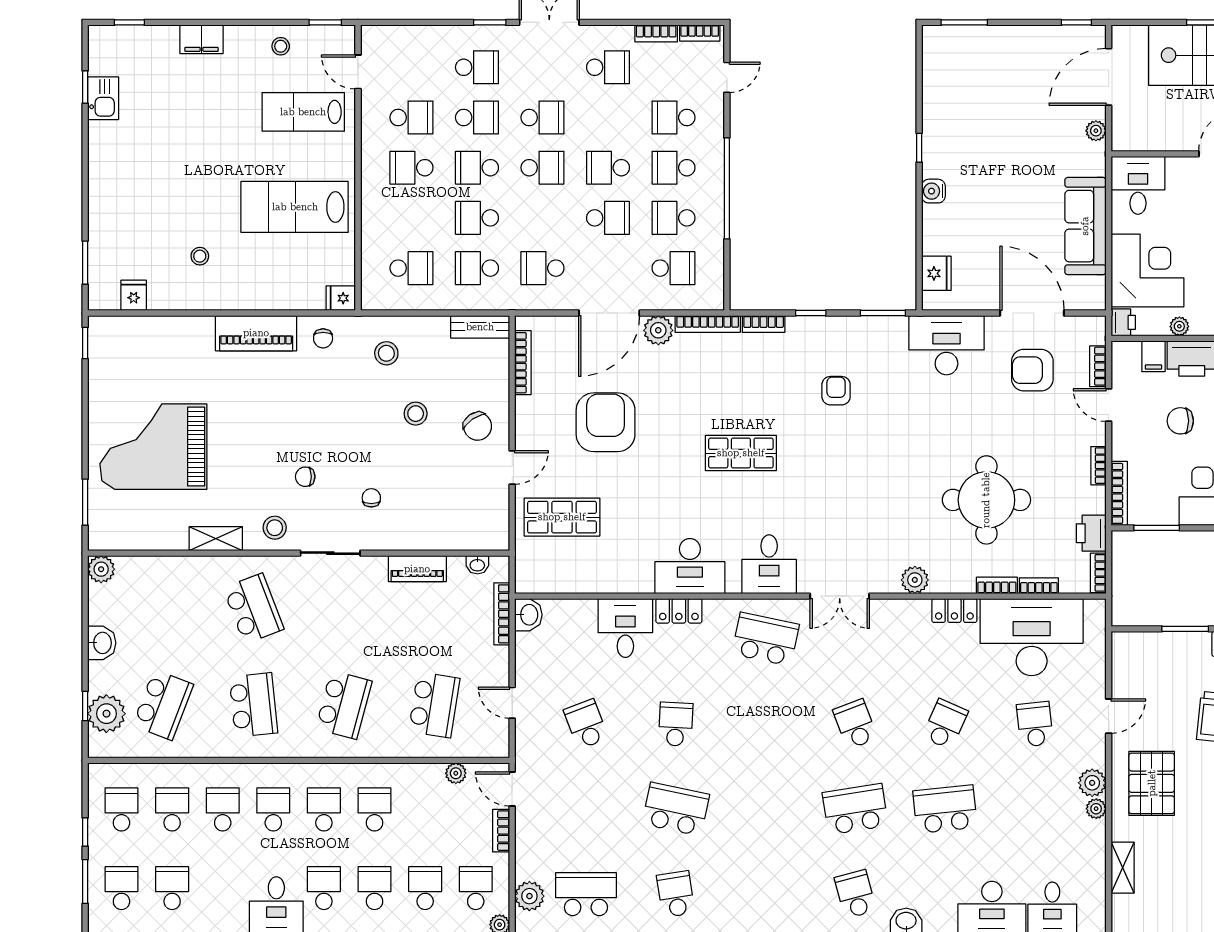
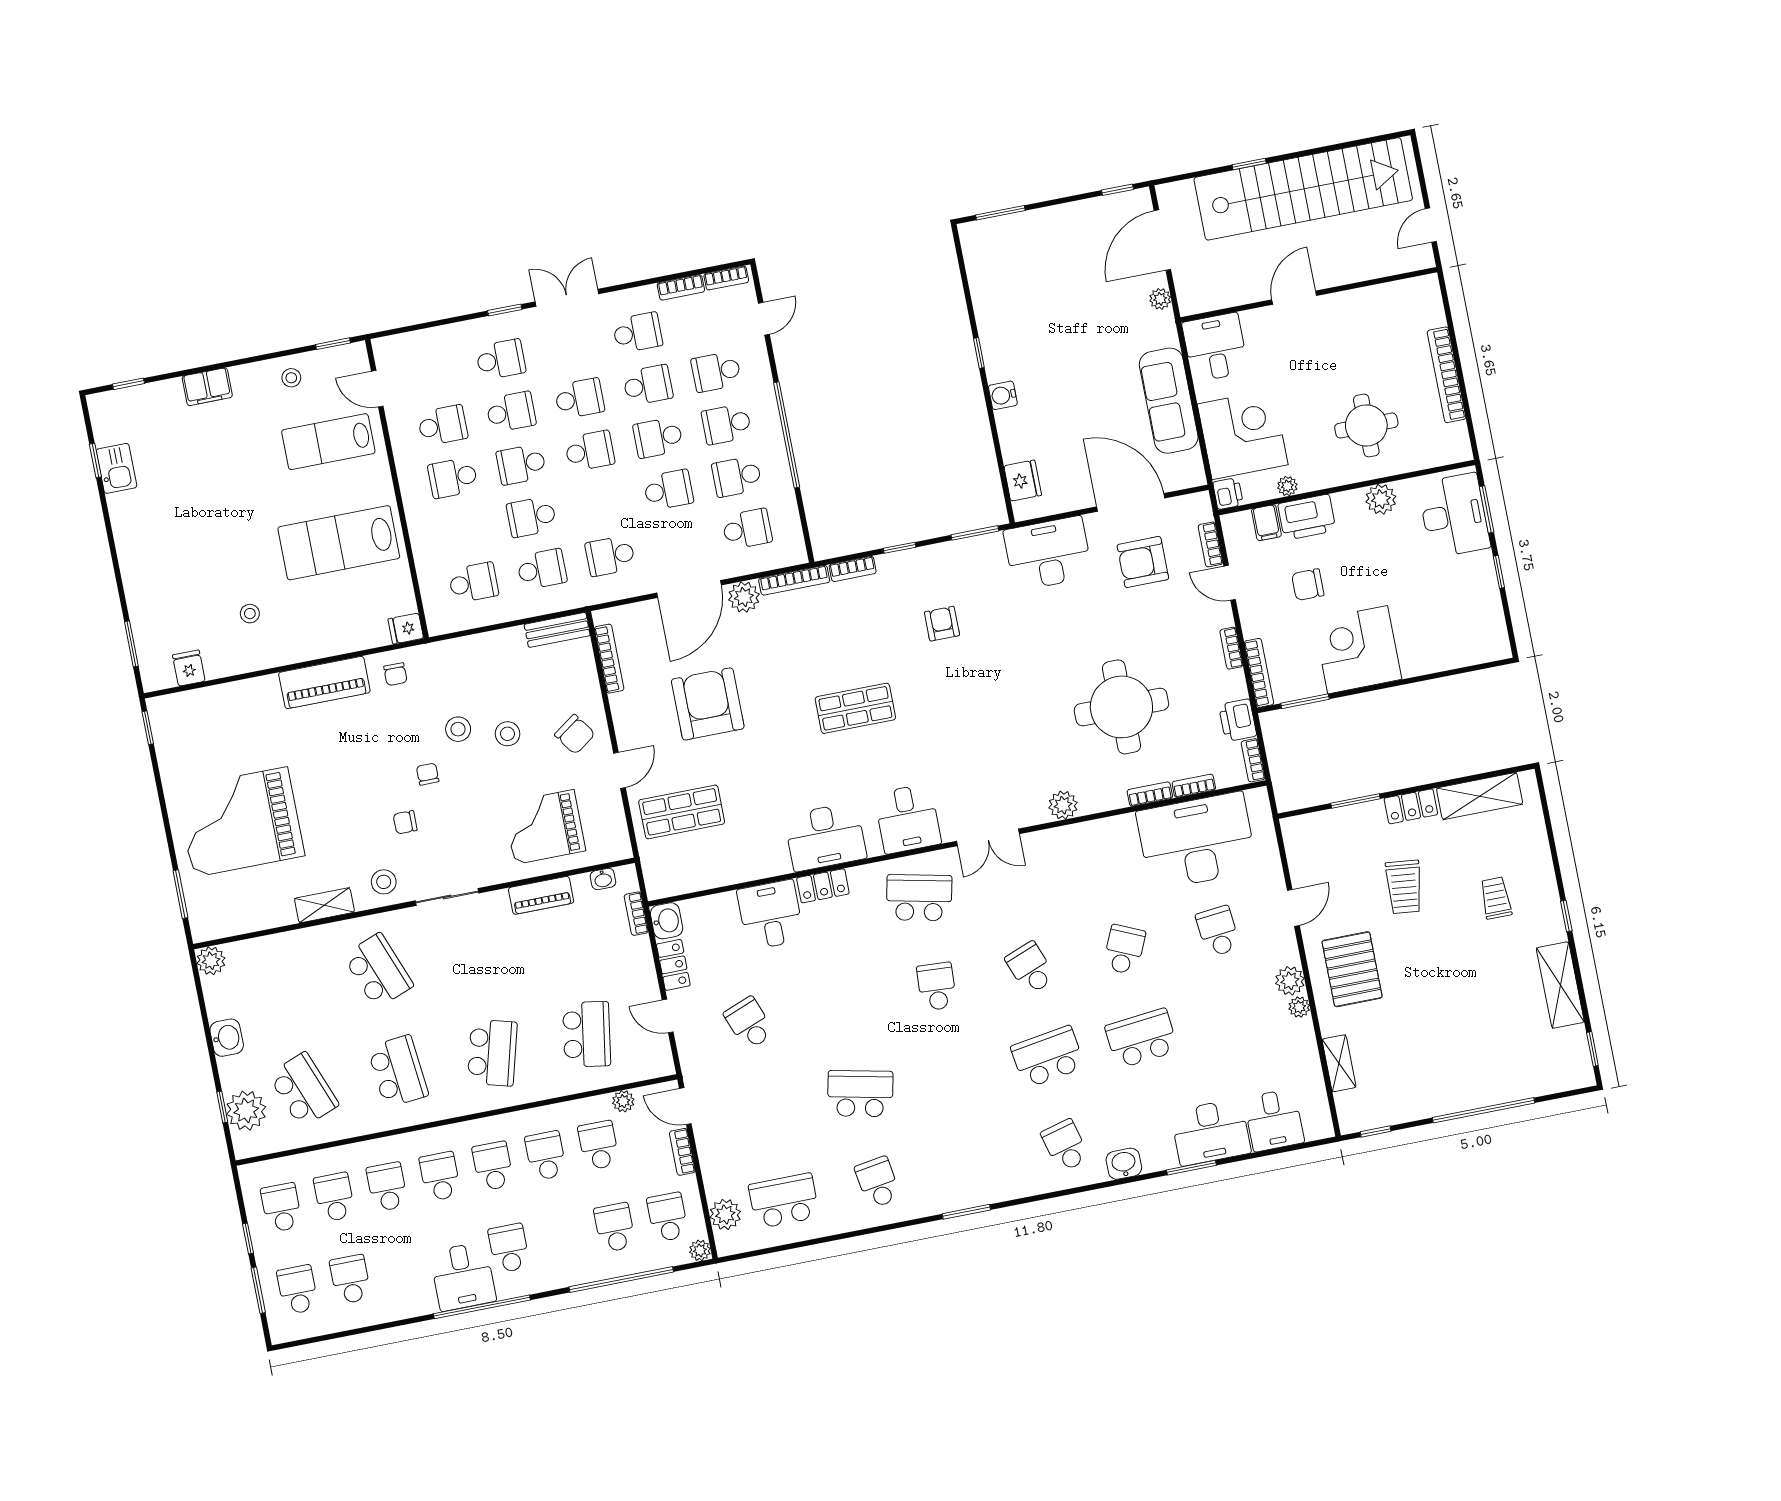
school desk: (608, 117) -> (648, 385), added
school desk: (477, 268) -> (542, 569), turned 180
stool: (386, 353) -> (458, 729), moved
chair: (371, 498) -> (428, 774), moved
grand piano: (433, 506) -> (544, 827), added
locker: (954, 611) -> (673, 965), moved, turned -90
bookcase: (502, 614) -> (636, 914), width x0.64
school desk: (163, 705) -> (303, 1090), turned -42
school desk: (676, 724) -> (937, 986), moved
school desk: (375, 888) -> (599, 1145), moved

